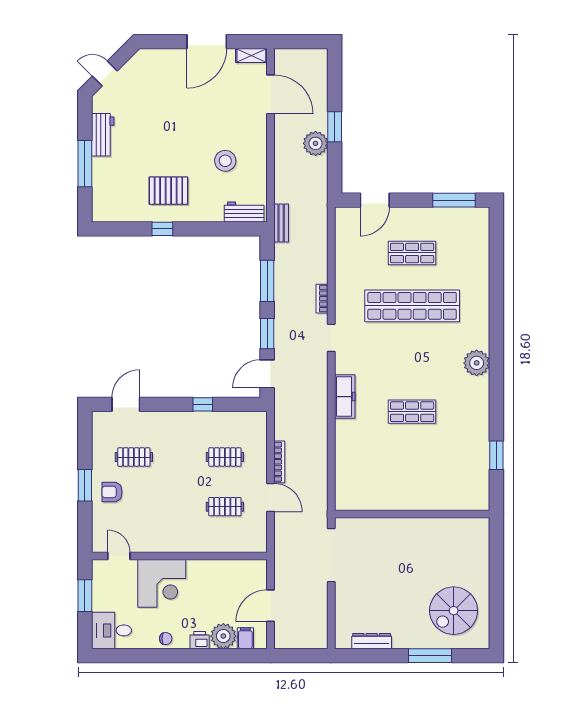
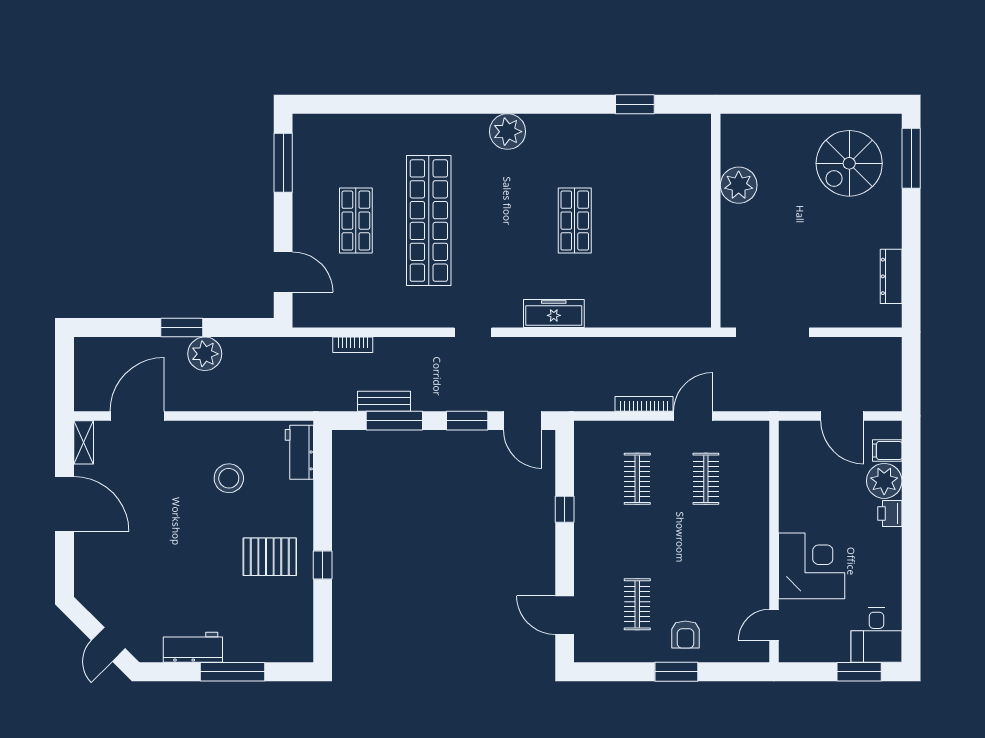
pallet: (168, 191) -> (270, 557), turned 90
bench: (281, 223) -> (384, 401), moved
bookcase: (322, 299) -> (353, 345), moved
plant: (438, 530) -> (739, 185), added
window: (85, 596) -> (859, 672), moved
spiral stairs: (454, 611) -> (849, 163), turned 90
chair: (166, 639) -> (888, 560), removed
window: (430, 656) -> (911, 158), moved

